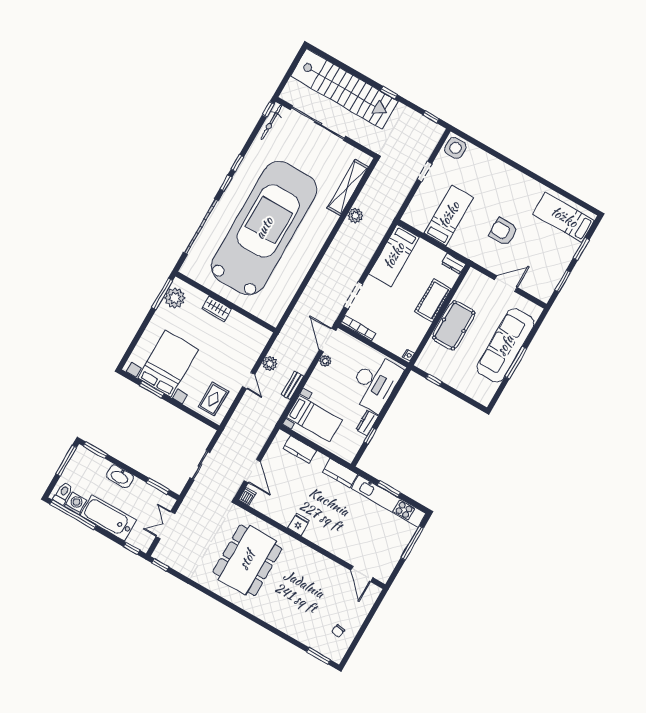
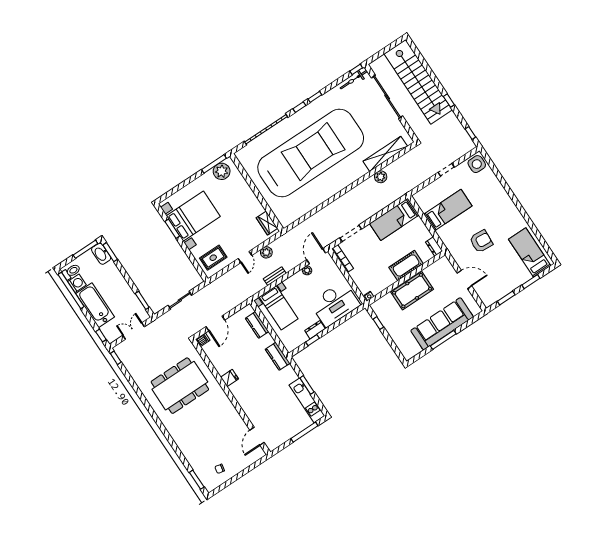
armchair: (503, 232) -> (481, 241), turned 94
wardrobe: (217, 309) -> (267, 223), moved
washbasin: (120, 476) -> (101, 254), moved
kitchen unit: (388, 501) -> (307, 400), width x0.73

